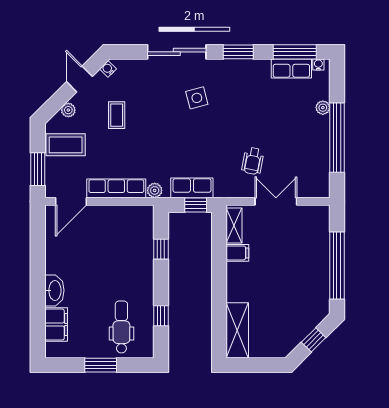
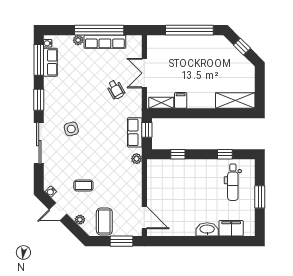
wheelchair: (253, 161) -> (116, 89), turned 50
row of seats: (116, 188) -> (105, 42), moved, turned -90
dental chair: (121, 327) -> (233, 182), turned -90

